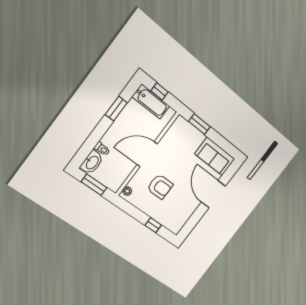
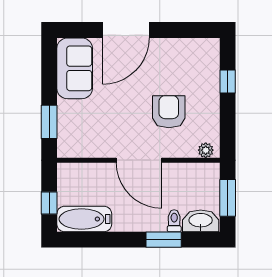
bathtub: (151, 101) -> (84, 219), moved, turned -90
window: (116, 109) -> (164, 240), moved

